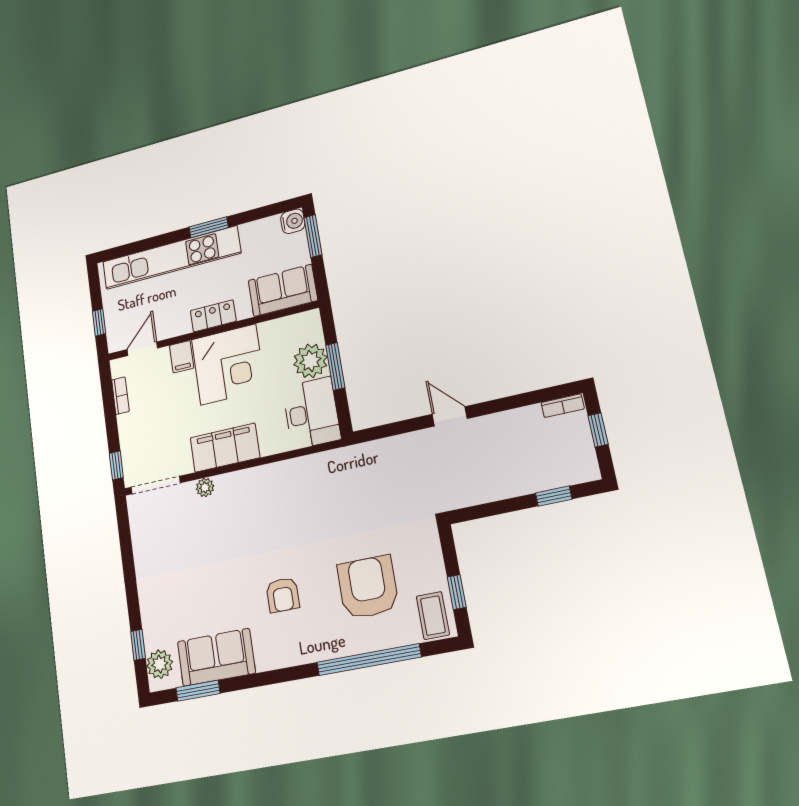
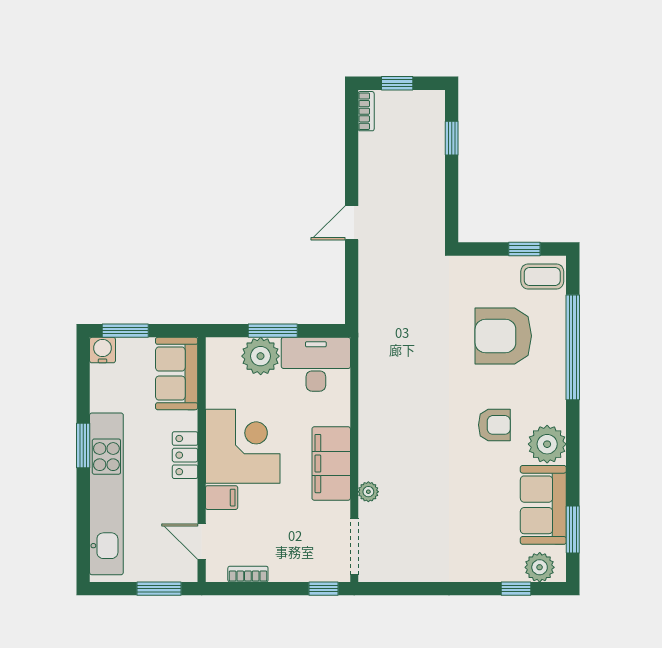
window: (99, 322) -> (159, 589), width x1.50
plant: (273, 651) -> (547, 444), added

